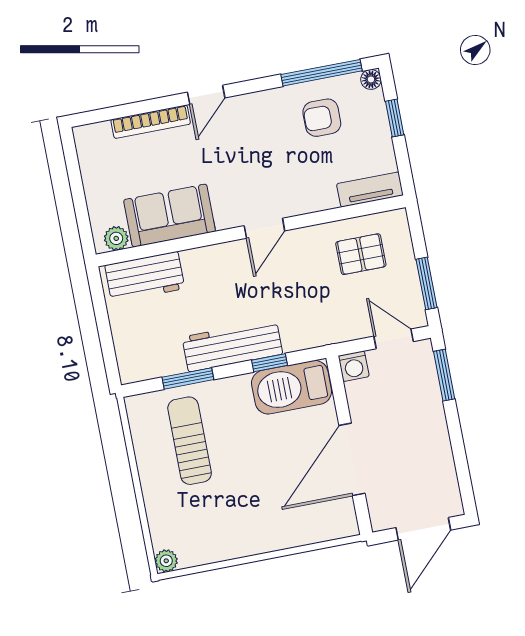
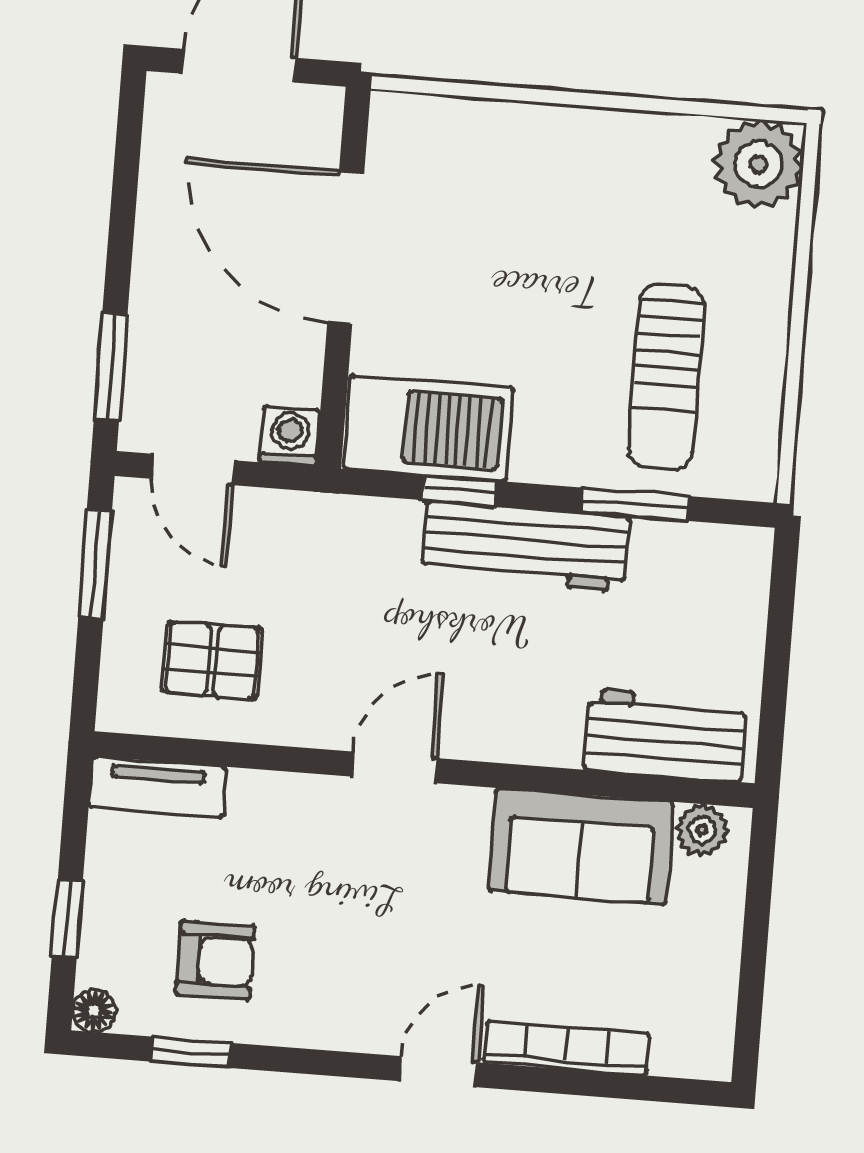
window: (322, 73) -> (191, 1052), width x0.46
door: (352, 459) -> (346, 247), swing flipped
plant: (166, 561) -> (759, 164), width x1.87, depth x1.87

